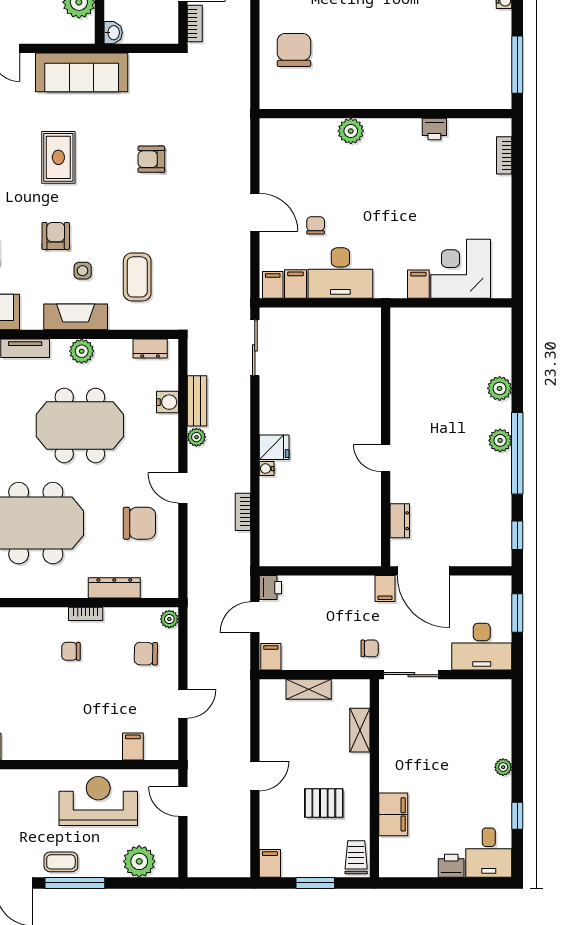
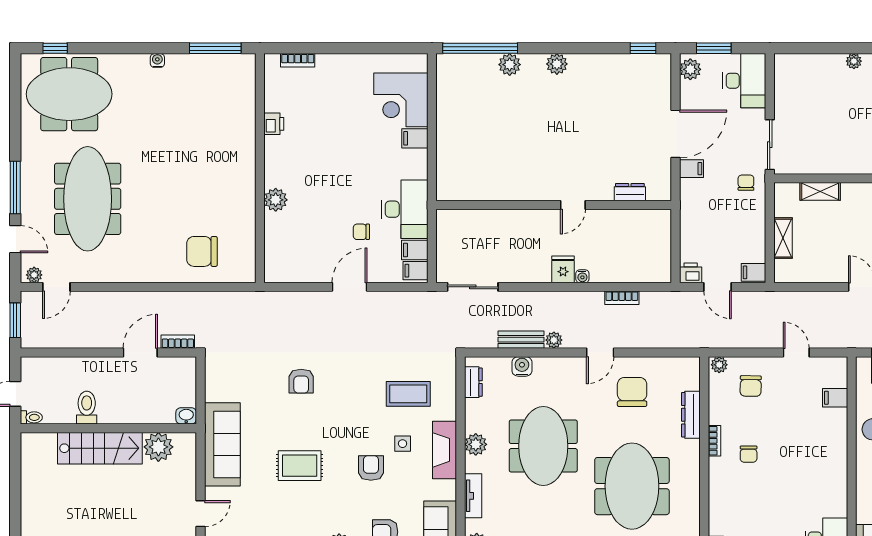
armchair: (56, 236) -> (371, 468), turned 90
wall: (386, 437) -> (554, 205), moved
window: (517, 453) -> (480, 48), moved
door: (386, 458) -> (573, 205), moved
dresser: (400, 521) -> (630, 192), moved
plant: (494, 587) -> (690, 69), added

